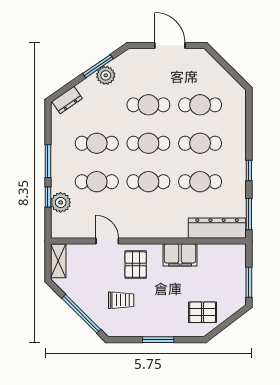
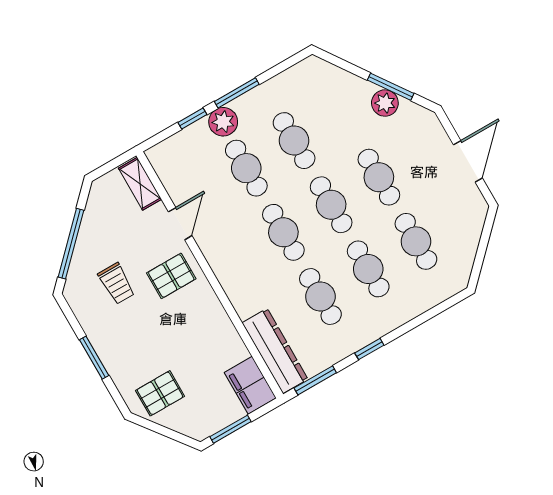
dresser: (67, 100) -> (327, 73), removed
plant: (61, 202) -> (223, 122), moved
filing cabinet: (180, 255) -> (250, 385), moved
shelving: (58, 261) -> (140, 184), moved, turned 90
pallet: (203, 312) -> (160, 393), turned 90

